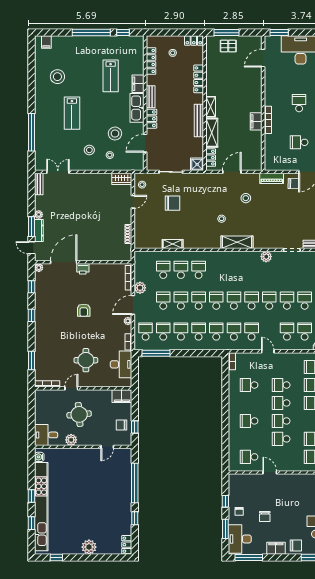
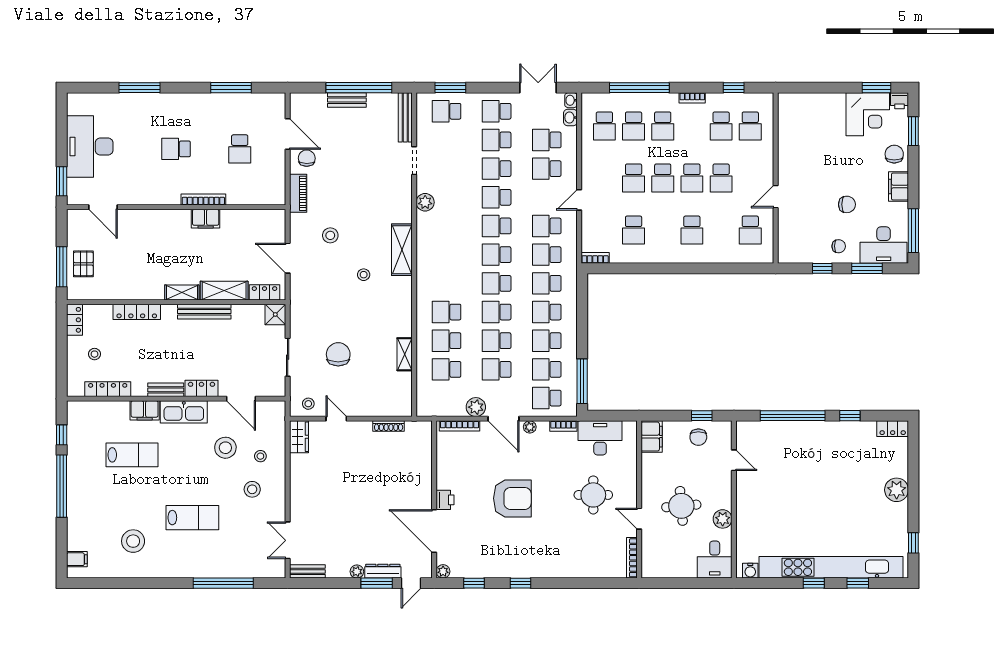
armchair: (84, 310) -> (512, 498), width x1.88, depth x1.88
window: (31, 360) -> (594, 583), removed

